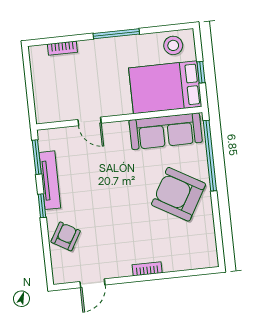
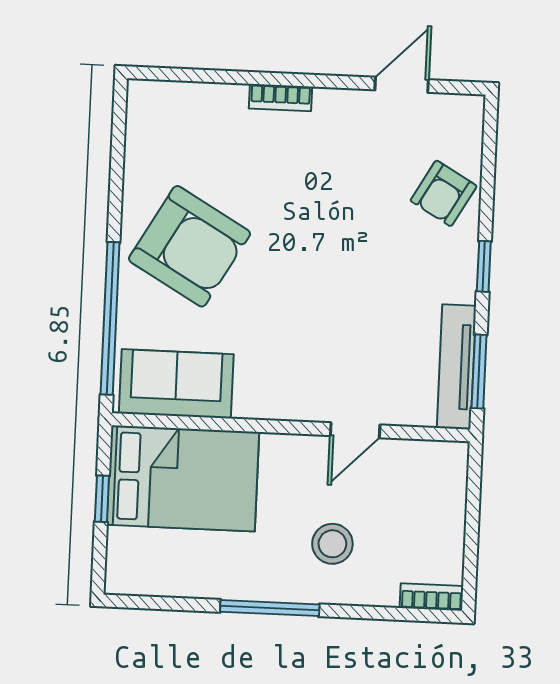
stool: (173, 45) -> (332, 544), moved
bookcase: (62, 48) -> (432, 597), moved
door: (90, 121) -> (355, 430), swing flipped
sofa: (166, 131) -> (176, 384), width x0.73
tv unit: (50, 180) -> (456, 367), moved

